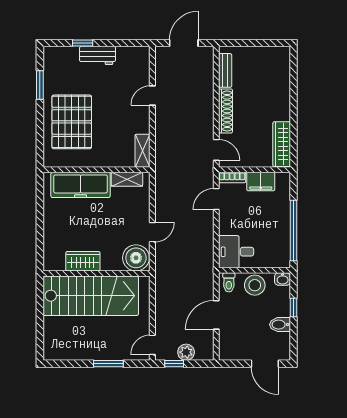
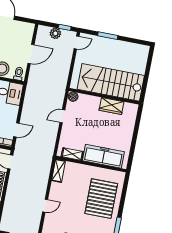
boiler: (136, 258) -> (73, 97), width x0.54, depth x0.54

